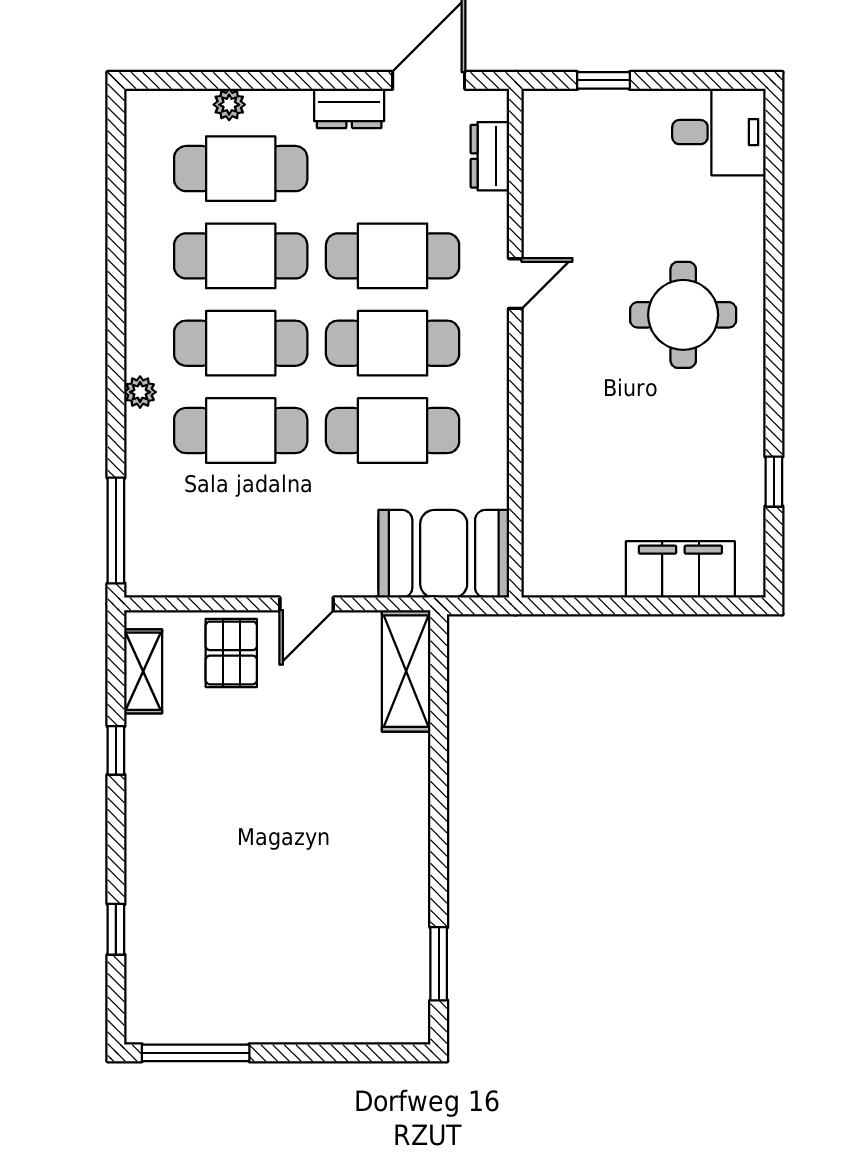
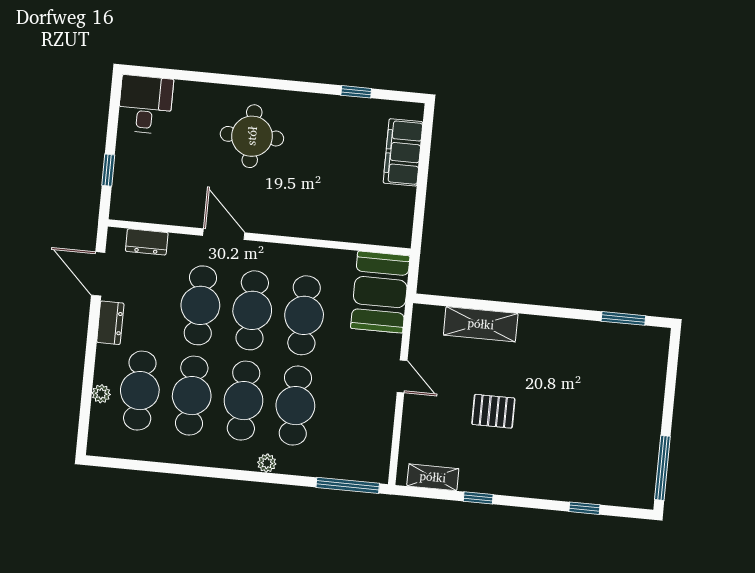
door: (515, 284) -> (224, 234), width x1.38
pallet: (231, 653) -> (493, 411), moved
shelving: (406, 671) -> (481, 324), moved

